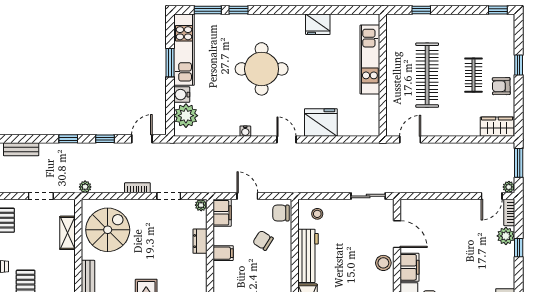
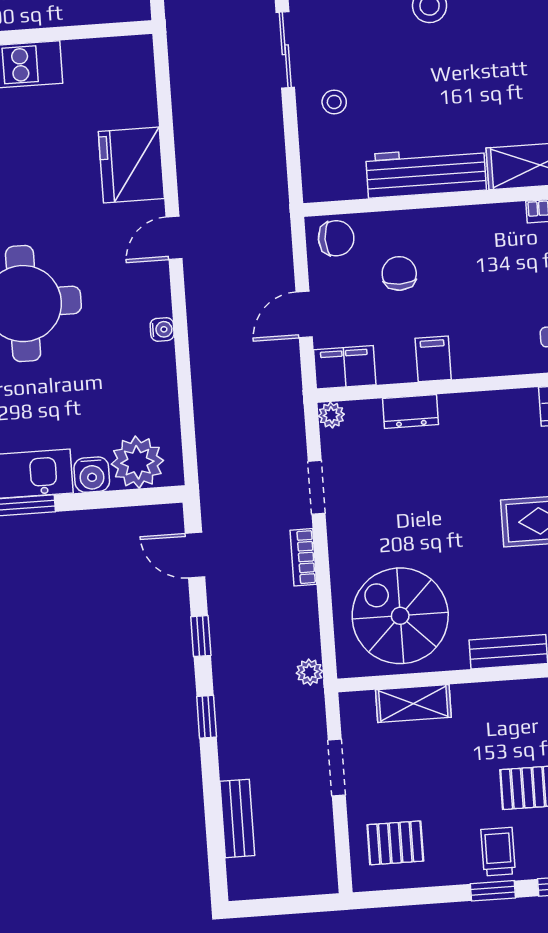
chair: (281, 213) -> (336, 238), turned -90
stool: (317, 214) -> (334, 102), moved
chair: (263, 240) -> (399, 273), turned 148

